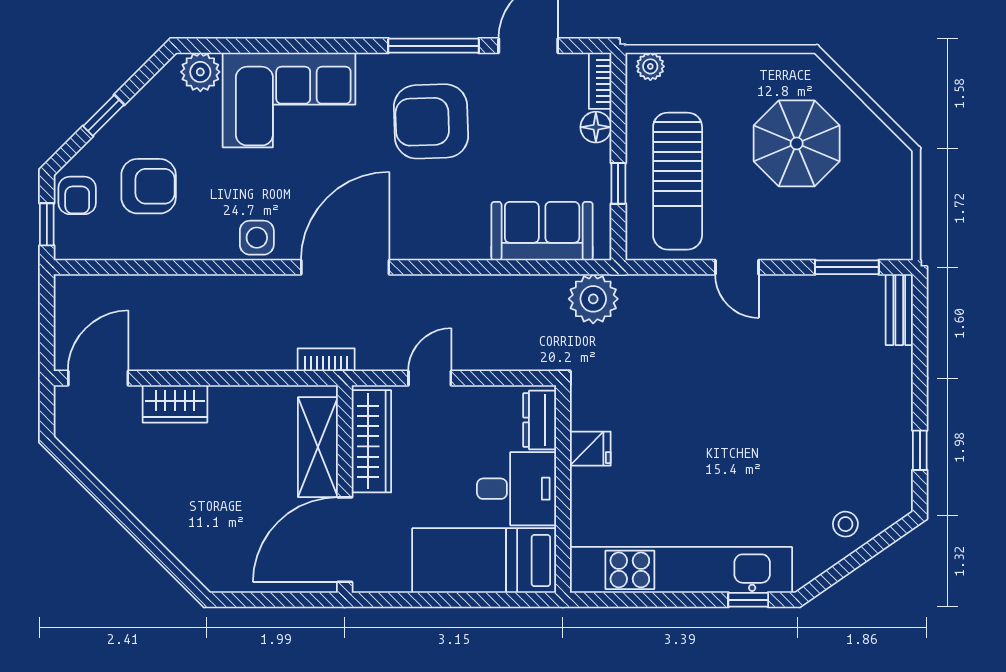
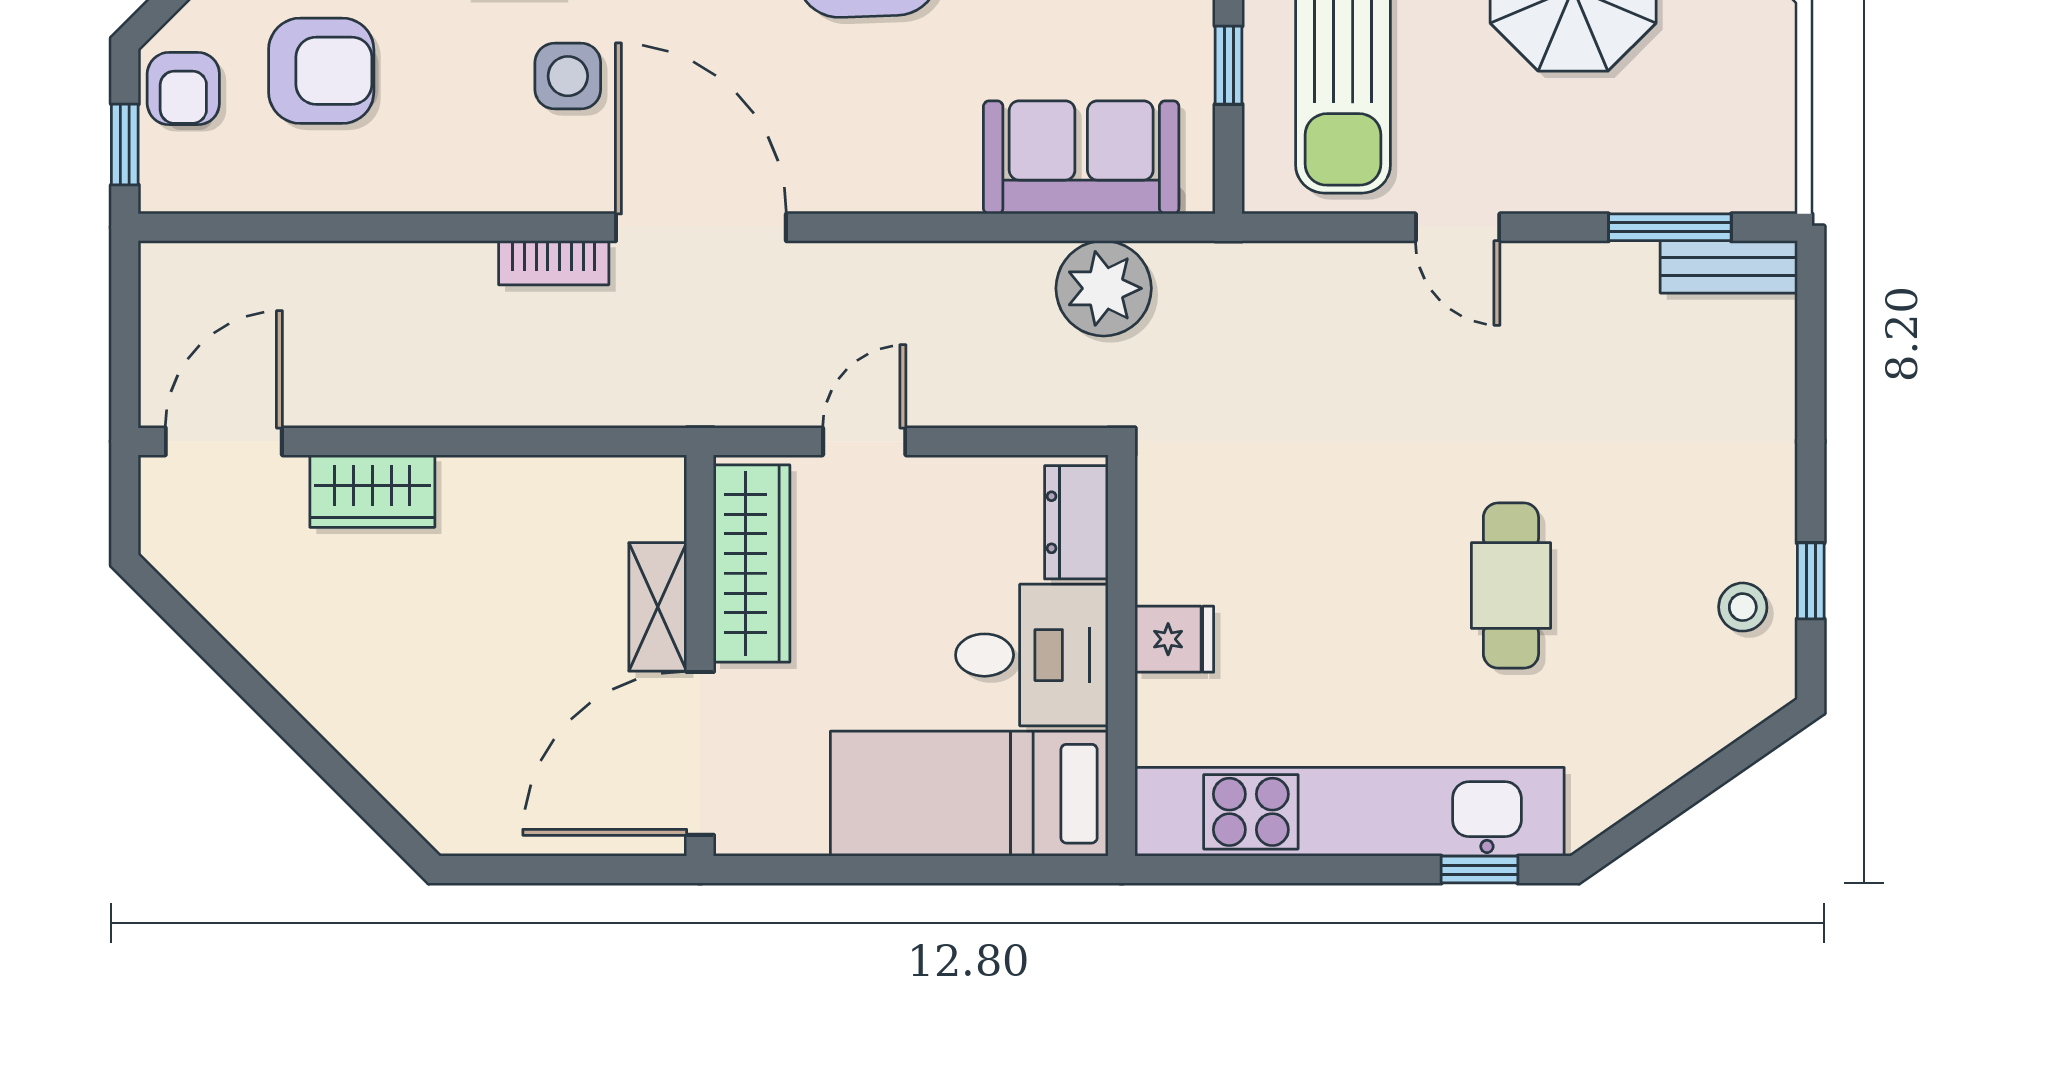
side table: (257, 238) -> (568, 76), moved
door: (345, 267) -> (701, 227), hinge flipped
plant: (593, 299) -> (1104, 288), moved
bench: (899, 310) -> (1729, 267), moved, turned 90
bookcase: (326, 360) -> (554, 263), moved, turned 180
shelving: (318, 447) -> (658, 607), width x0.67, depth x0.75
fridge: (590, 449) -> (1174, 639), moved
cafe table: (765, 453) -> (1511, 586), added
stool: (845, 524) -> (1743, 607), moved

